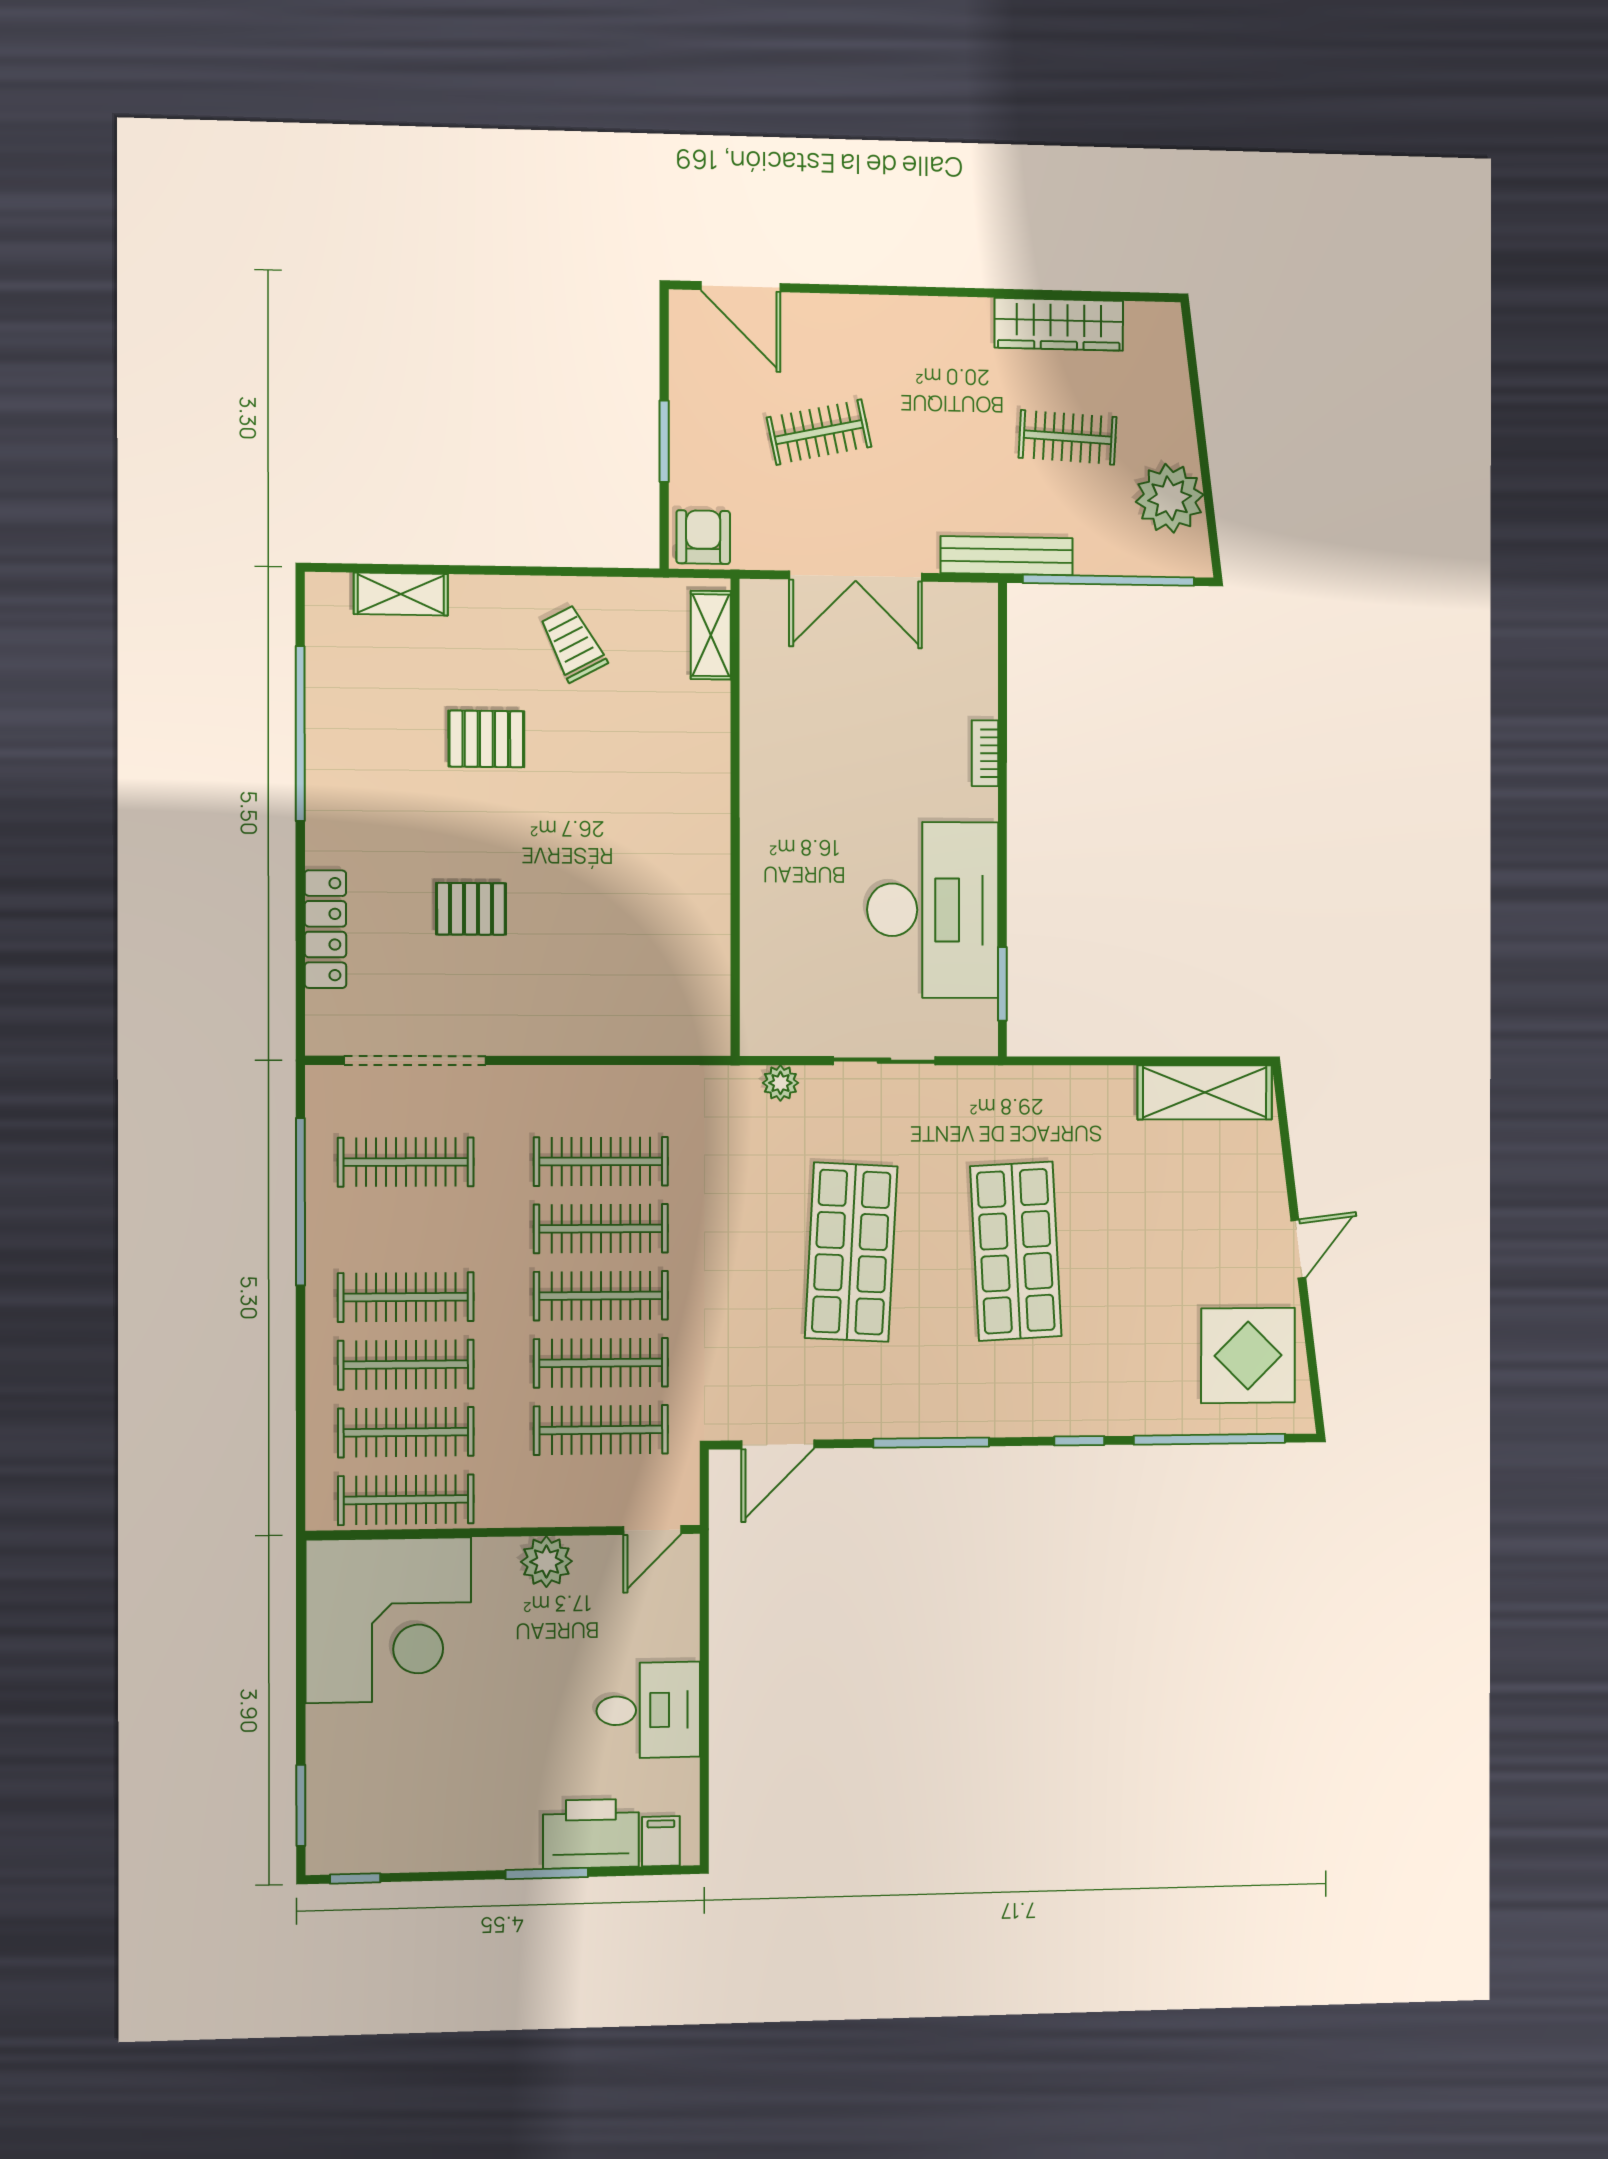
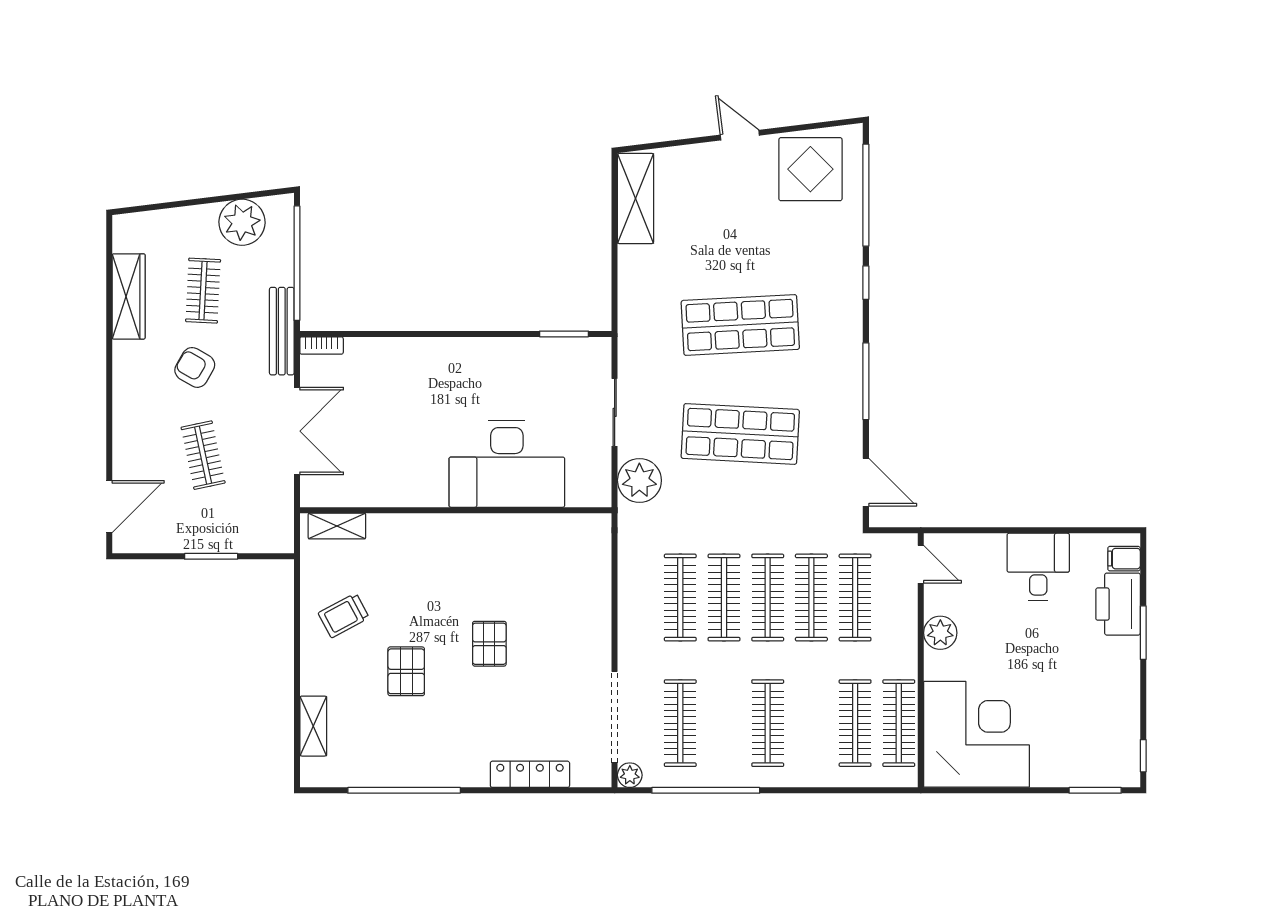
armchair: (703, 537) -> (195, 367), moved, turned 30
bookcase: (985, 753) -> (322, 346), moved
pallet: (471, 909) -> (489, 644), moved
desk: (933, 910) -> (507, 464), moved, turned 180
plant: (780, 1083) -> (639, 480), width x1.87, depth x1.87
plant: (324, 1084) -> (630, 775), added
clothes rail: (406, 1365) -> (811, 723), removed

